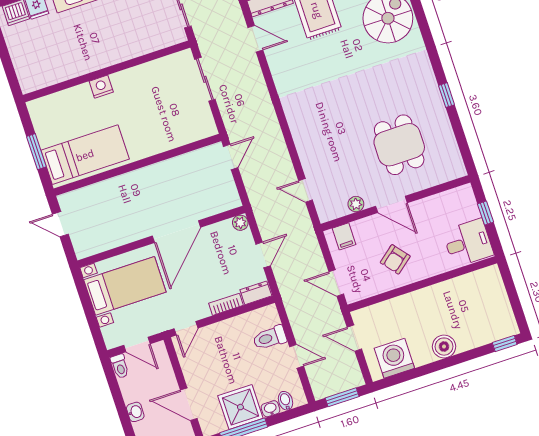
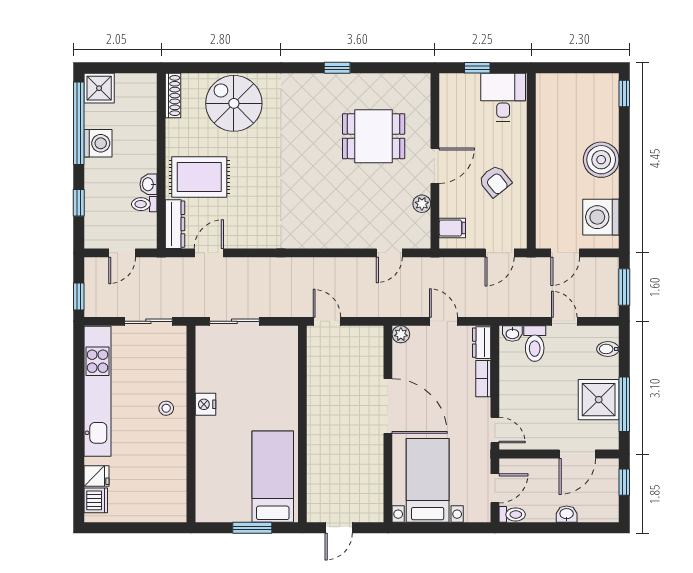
stool: (113, 46) -> (166, 408), added
nightstand: (101, 87) -> (206, 404), moved
boiler: (444, 347) -> (601, 160), width x1.37, depth x1.37
door: (297, 356) -> (564, 321), hinge flipped
washbasin: (270, 409) -> (512, 333), moved, turned -90

